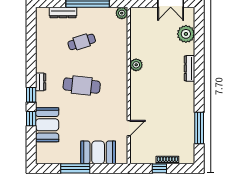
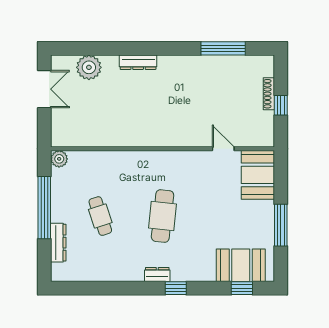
plant: (136, 65) -> (133, 138), removed
window: (31, 119) -> (242, 288), moved
booth: (47, 125) -> (241, 265), moved
booth: (98, 152) -> (258, 175), moved

